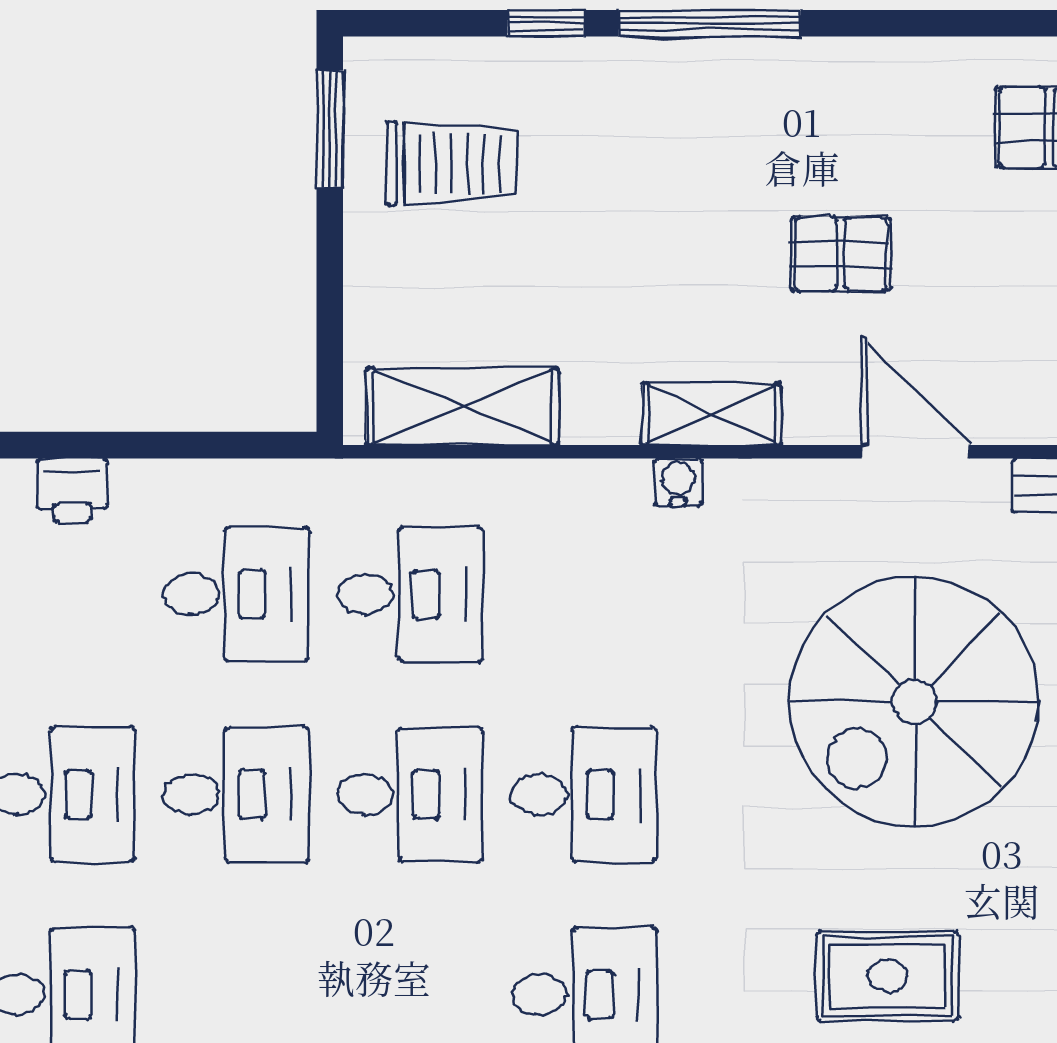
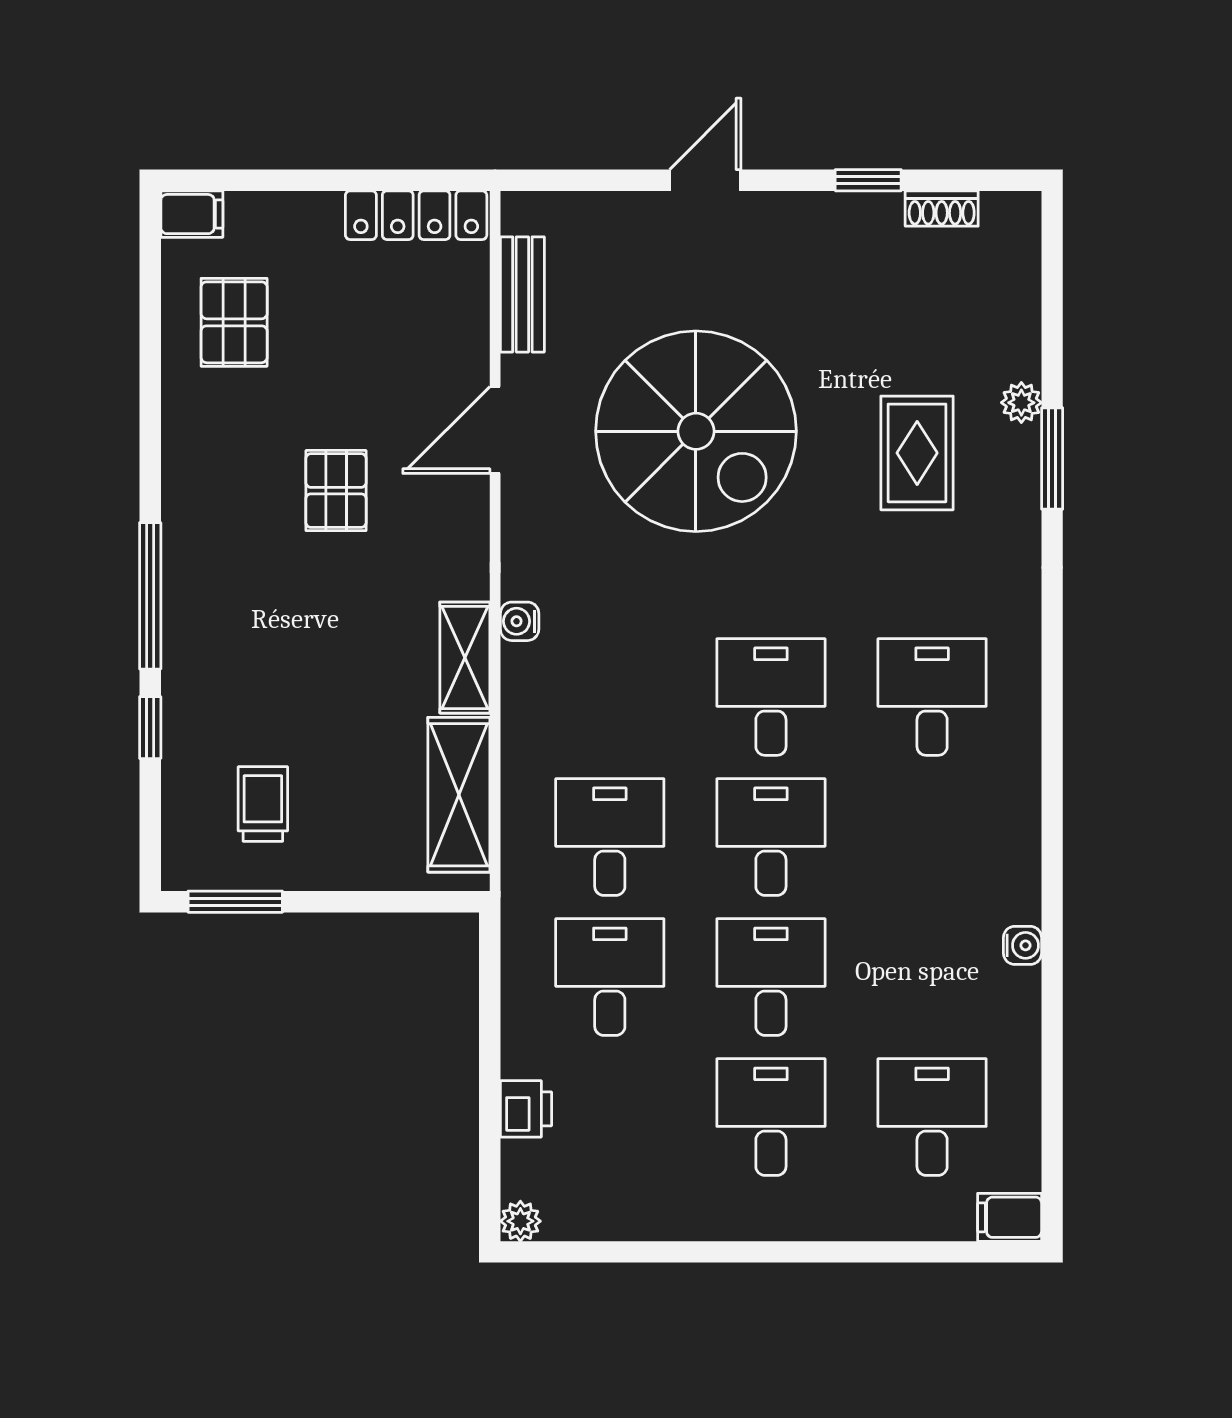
trolley: (451, 163) -> (263, 804), width x0.73, depth x0.72
shelving: (712, 414) -> (465, 658), moved

